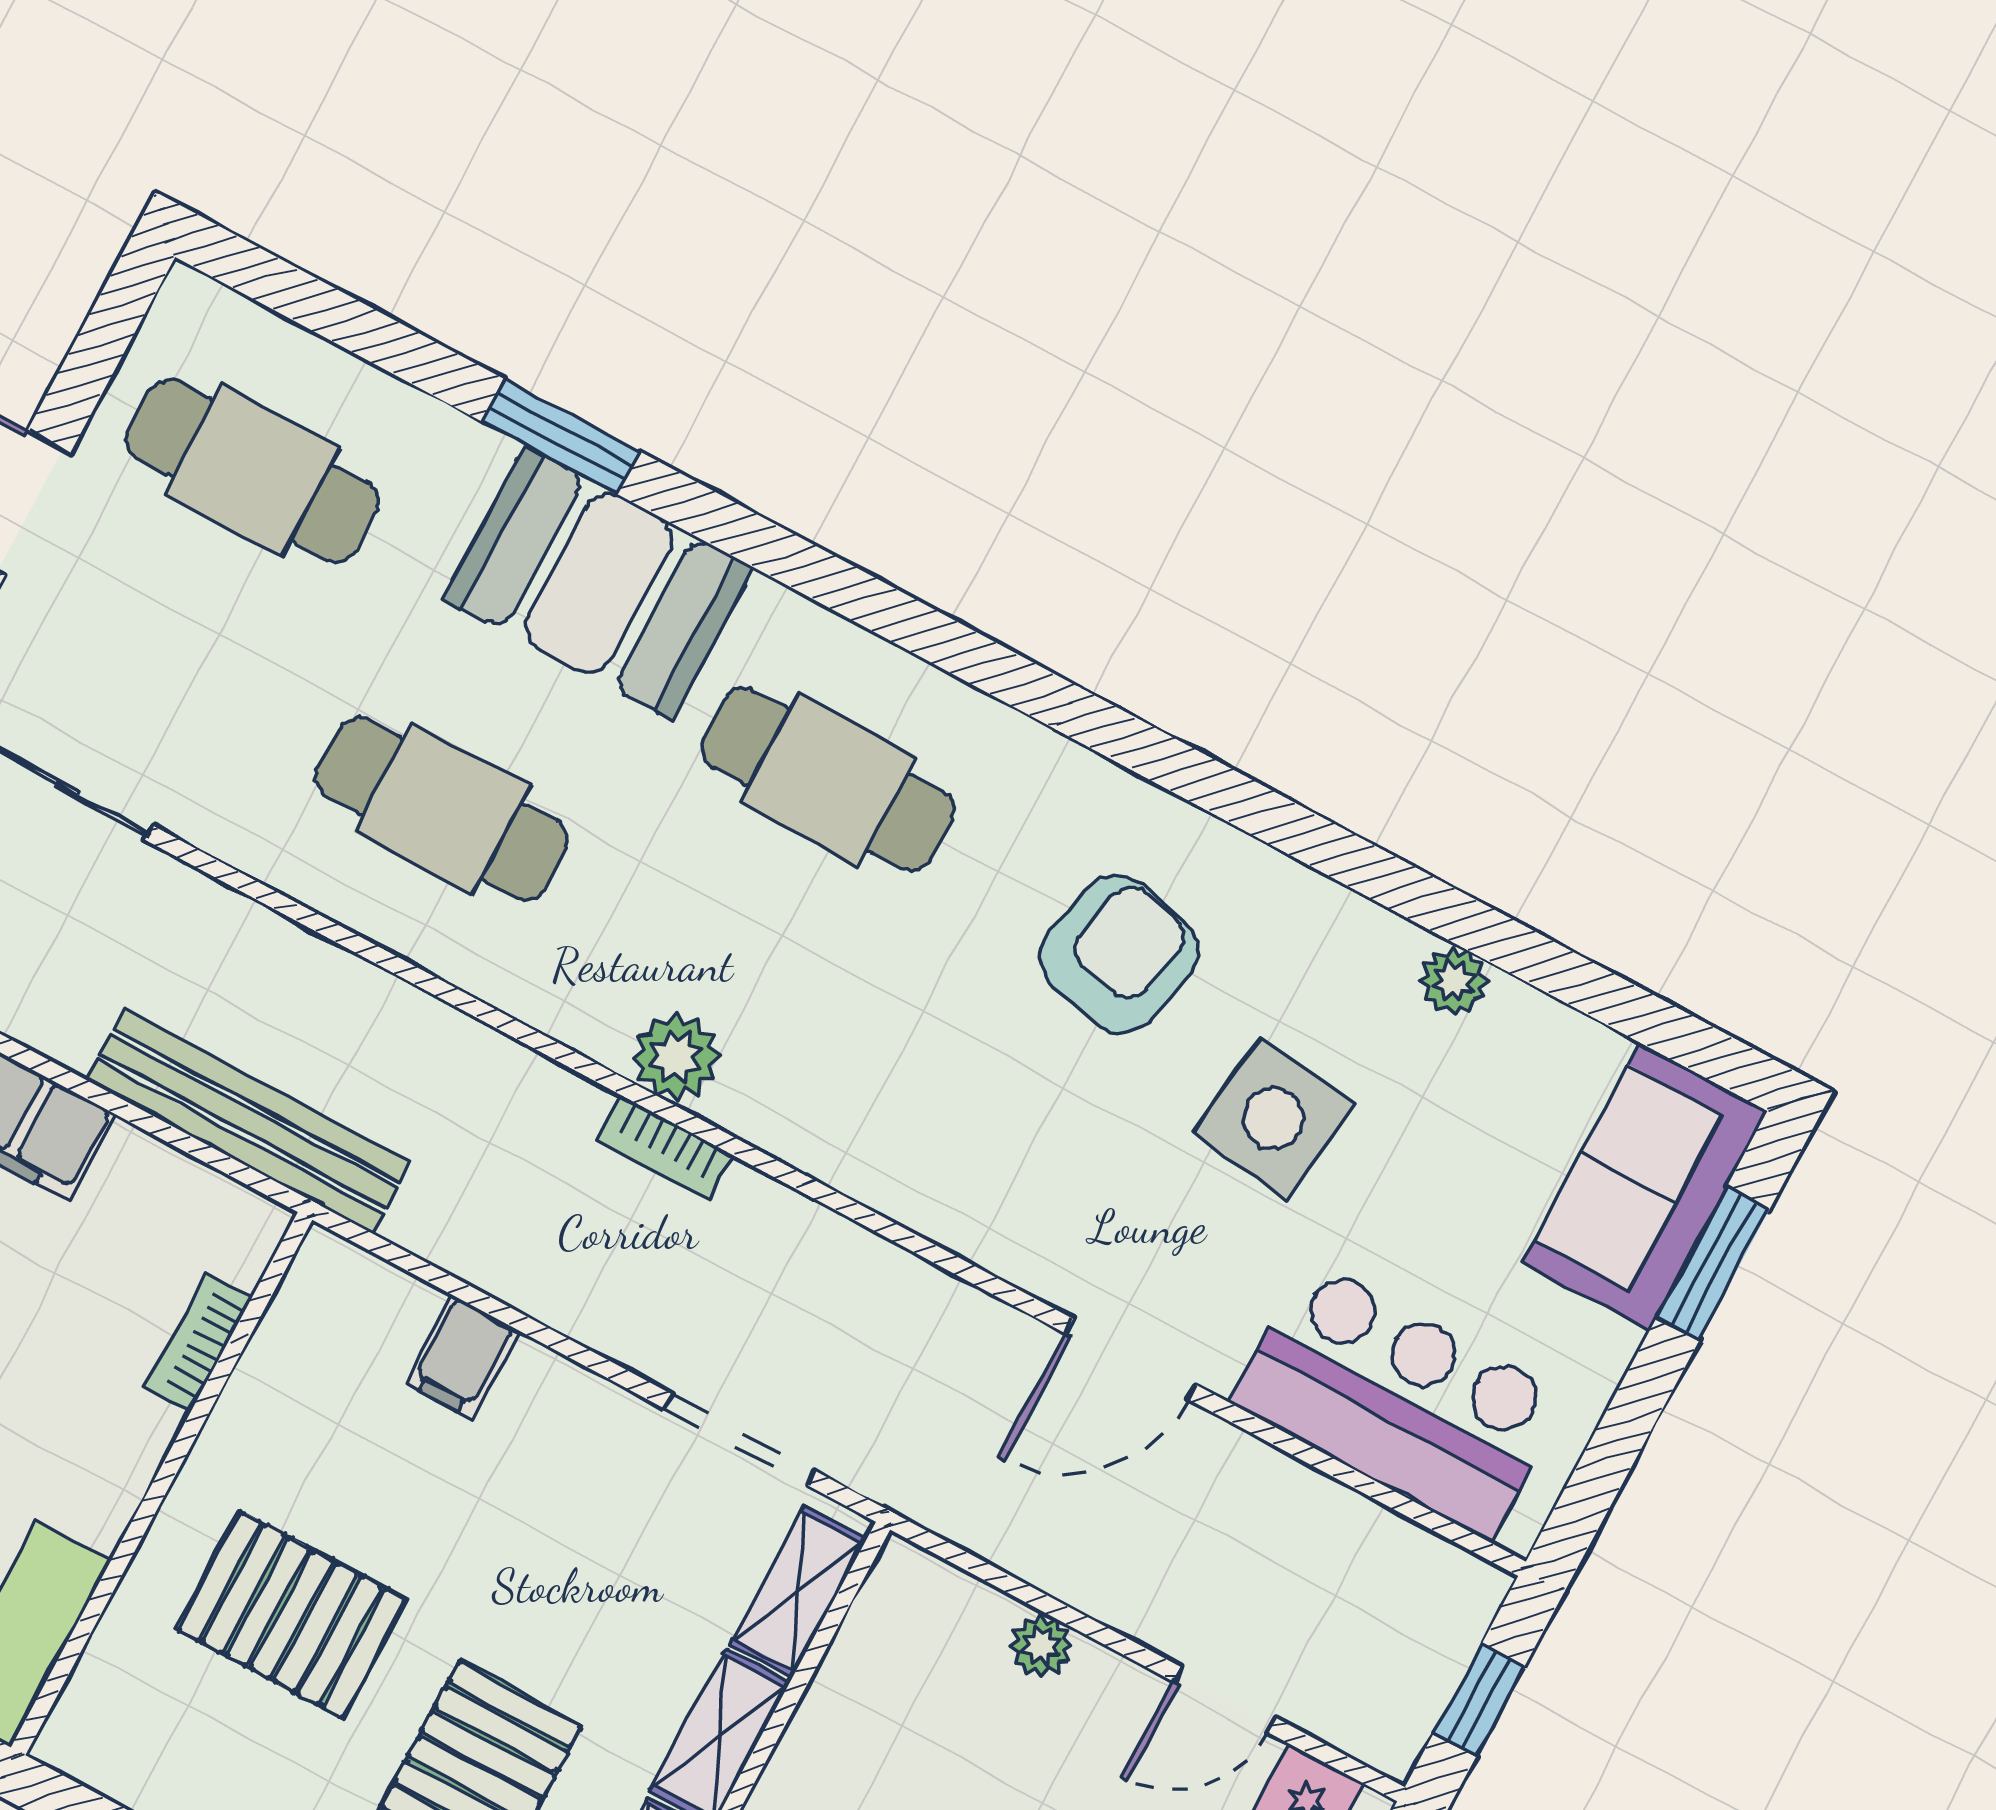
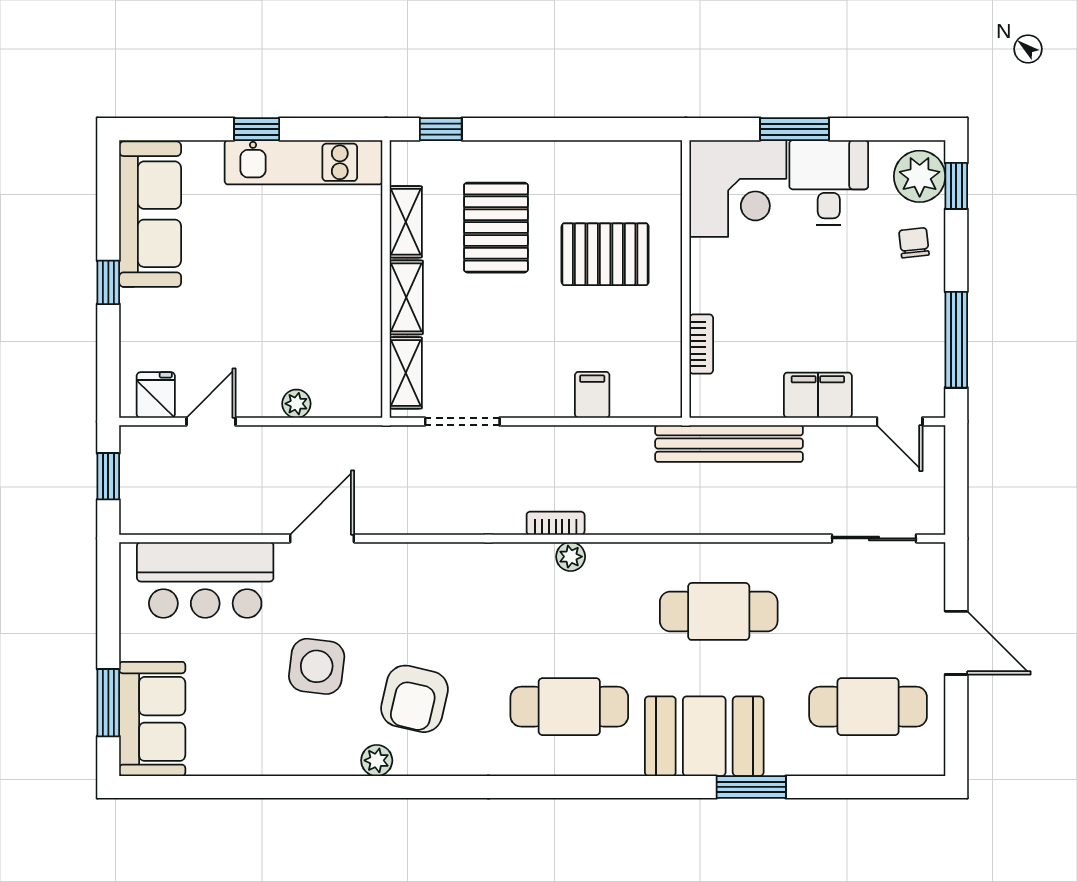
plant: (1454, 981) -> (377, 760), moved
plant: (676, 1057) -> (571, 557), width x0.73, depth x0.73

